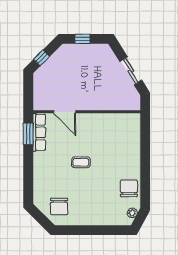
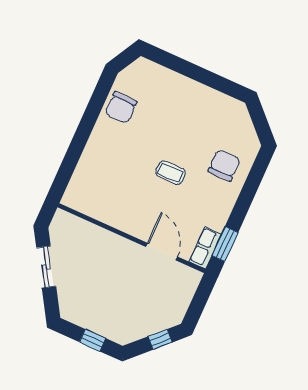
row of seats: (39, 132) -> (205, 248), width x0.68
chair: (59, 206) -> (224, 165), moved
plant: (132, 213) -> (132, 72), removed

